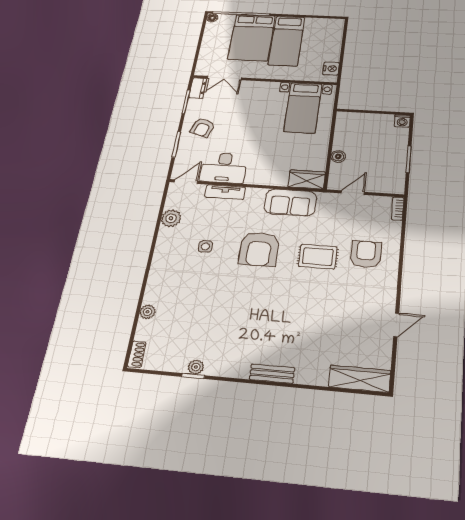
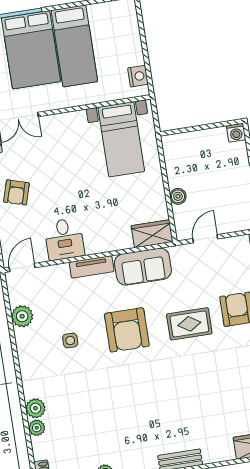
desk: (224, 168) -> (64, 239), width x0.73
tv unit: (225, 192) -> (92, 267), moved
plant: (153, 295) -> (35, 408), added

